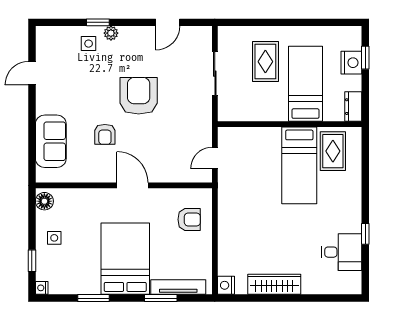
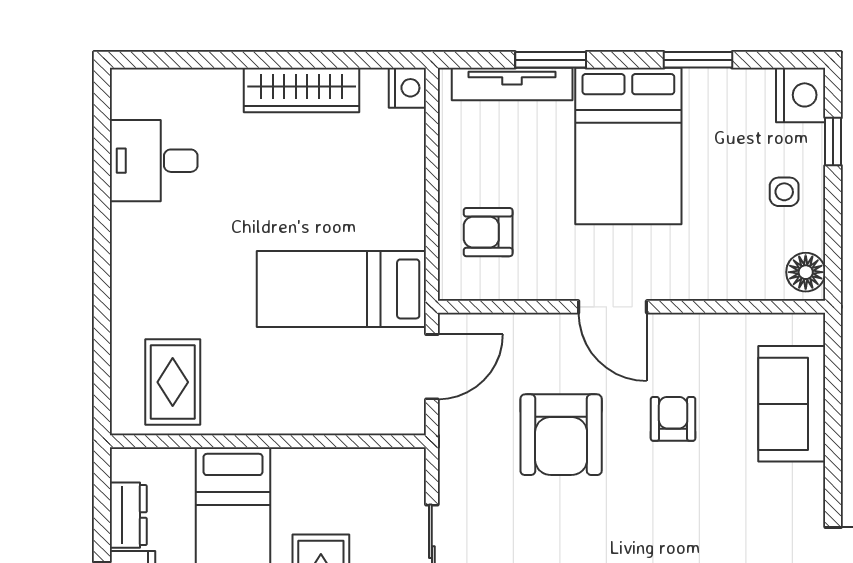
armchair: (139, 96) -> (561, 435), moved
dresser: (353, 107) -> (128, 515), moved
door: (215, 158) -> (432, 367), width x1.38
bed: (299, 165) -> (341, 289), moved, turned -90
window: (365, 234) -> (102, 201), removed
nightstand: (42, 288) -> (801, 95), width x1.89, depth x1.79

